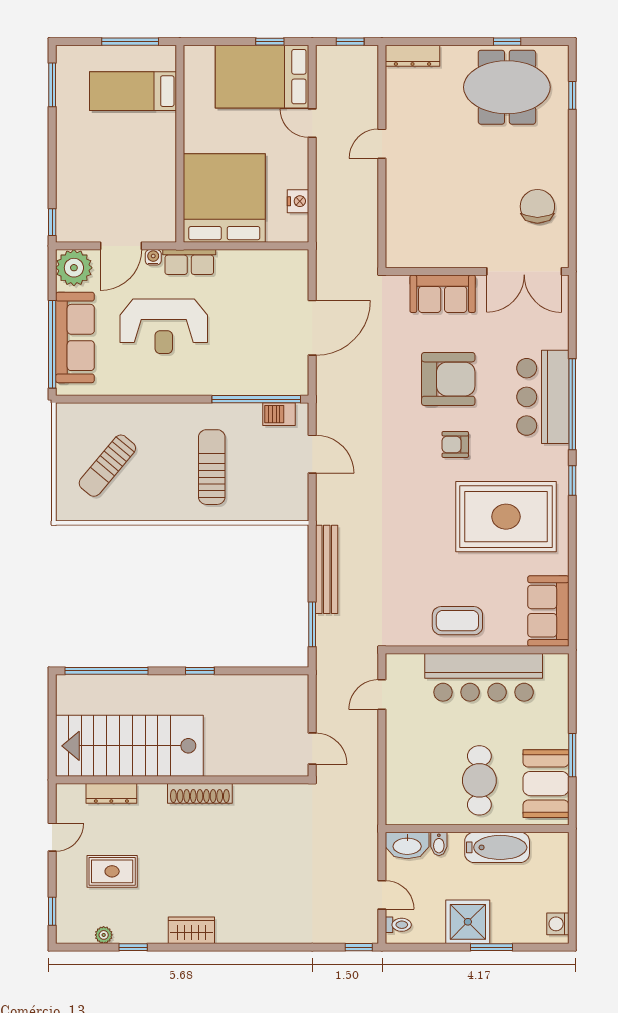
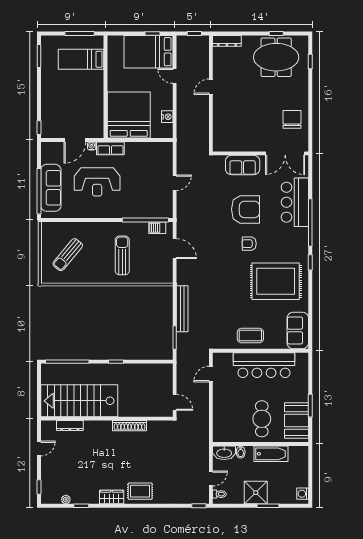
plant: (74, 268) -> (50, 151), removed
door: (312, 328) -> (175, 183), width x0.53
bar counter: (543, 397) -> (295, 202), moved
shoe rack: (200, 793) -> (130, 426), moved
rug: (112, 871) -> (140, 491), moved
door: (382, 895) -> (211, 479), hinge flipped

